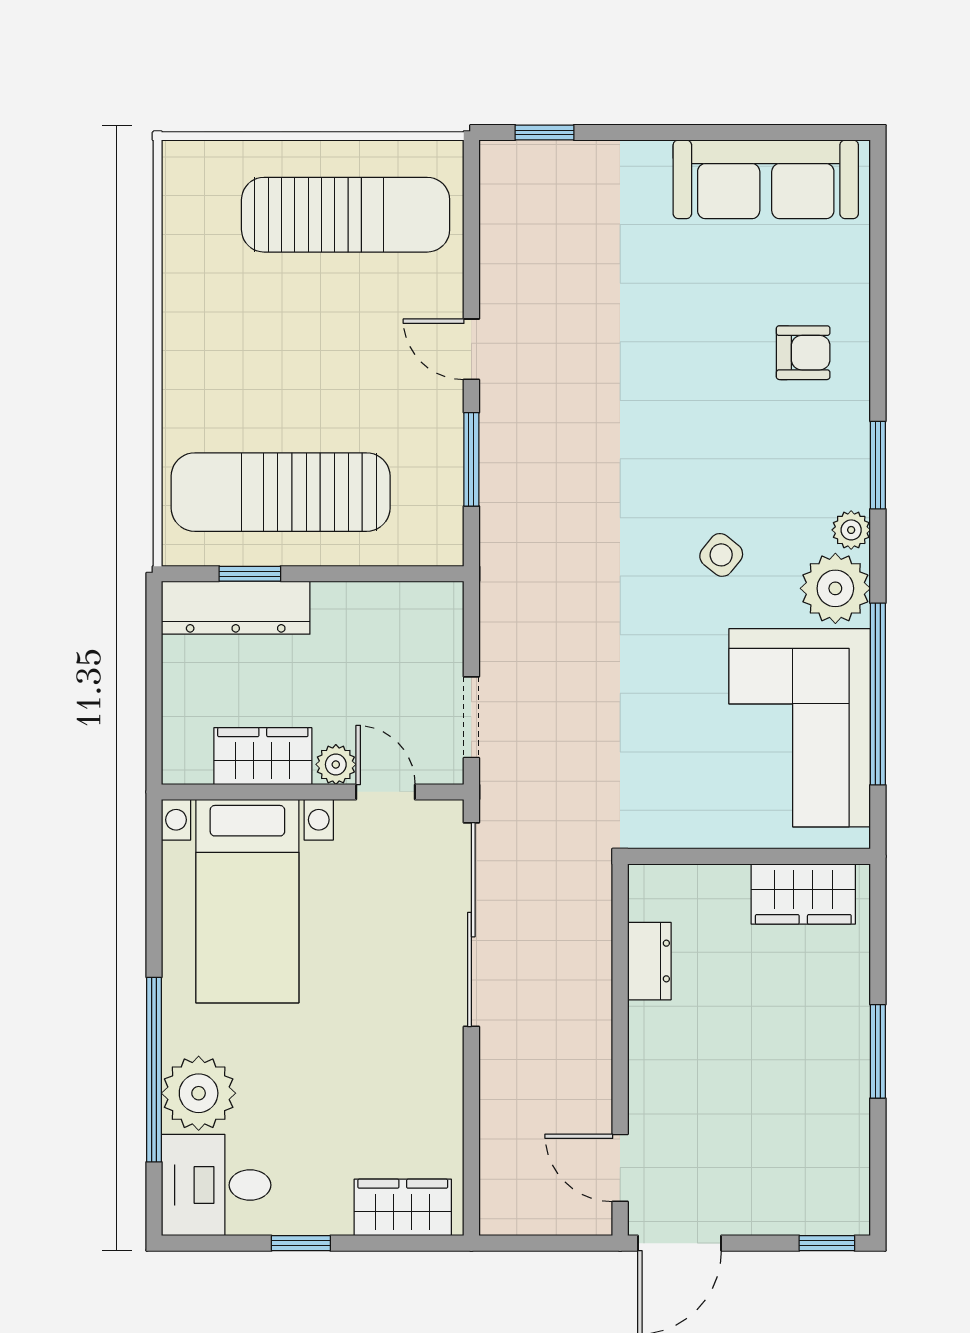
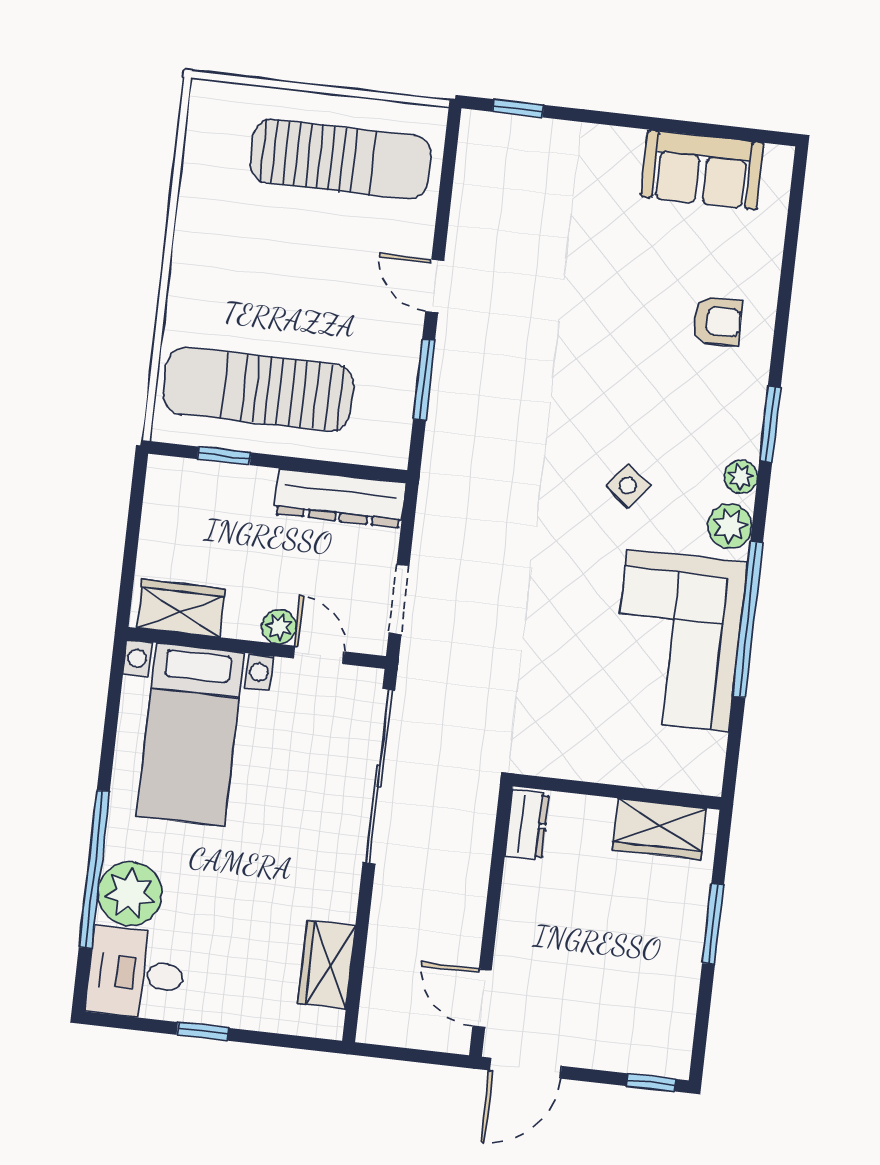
sofa: (766, 179) -> (702, 170), width x0.73
plant: (835, 588) -> (730, 526), width x0.73, depth x0.73
dresser: (236, 608) -> (340, 498), moved
wardrobe: (263, 756) -> (181, 608), moved
wall: (749, 856) -> (617, 792), moved
wardrobe: (803, 894) -> (659, 829), moved
wardrobe: (403, 1207) -> (327, 964), moved, turned -90

